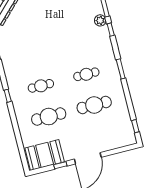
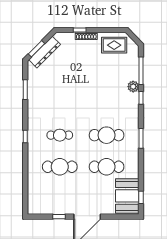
cafe table: (86, 74) -> (107, 135), width x1.37, depth x1.35
booth: (45, 155) -> (127, 196), moved, turned 90

